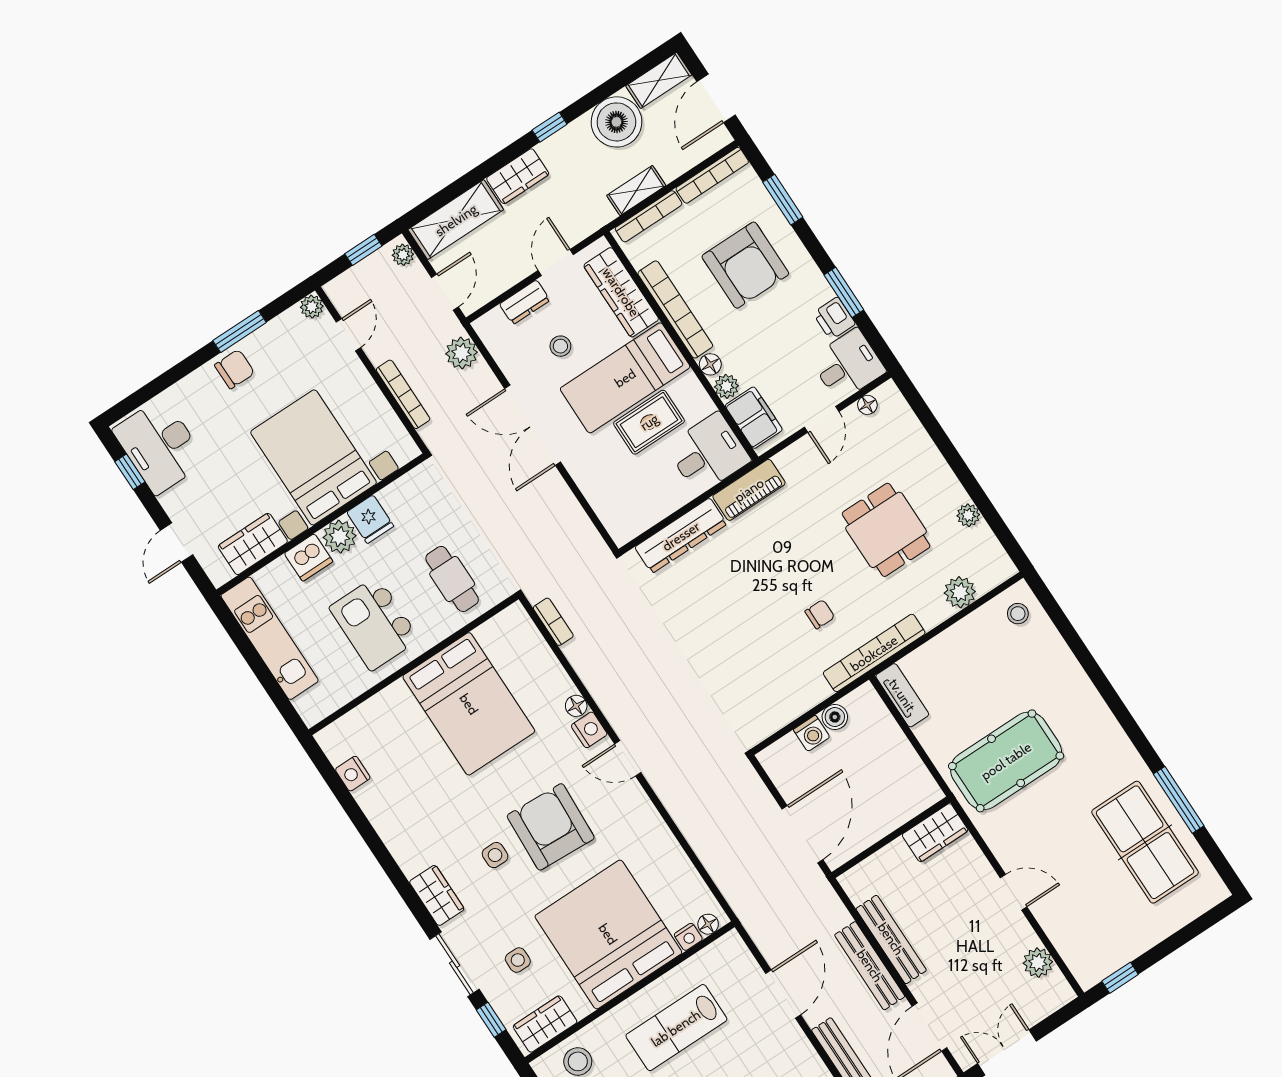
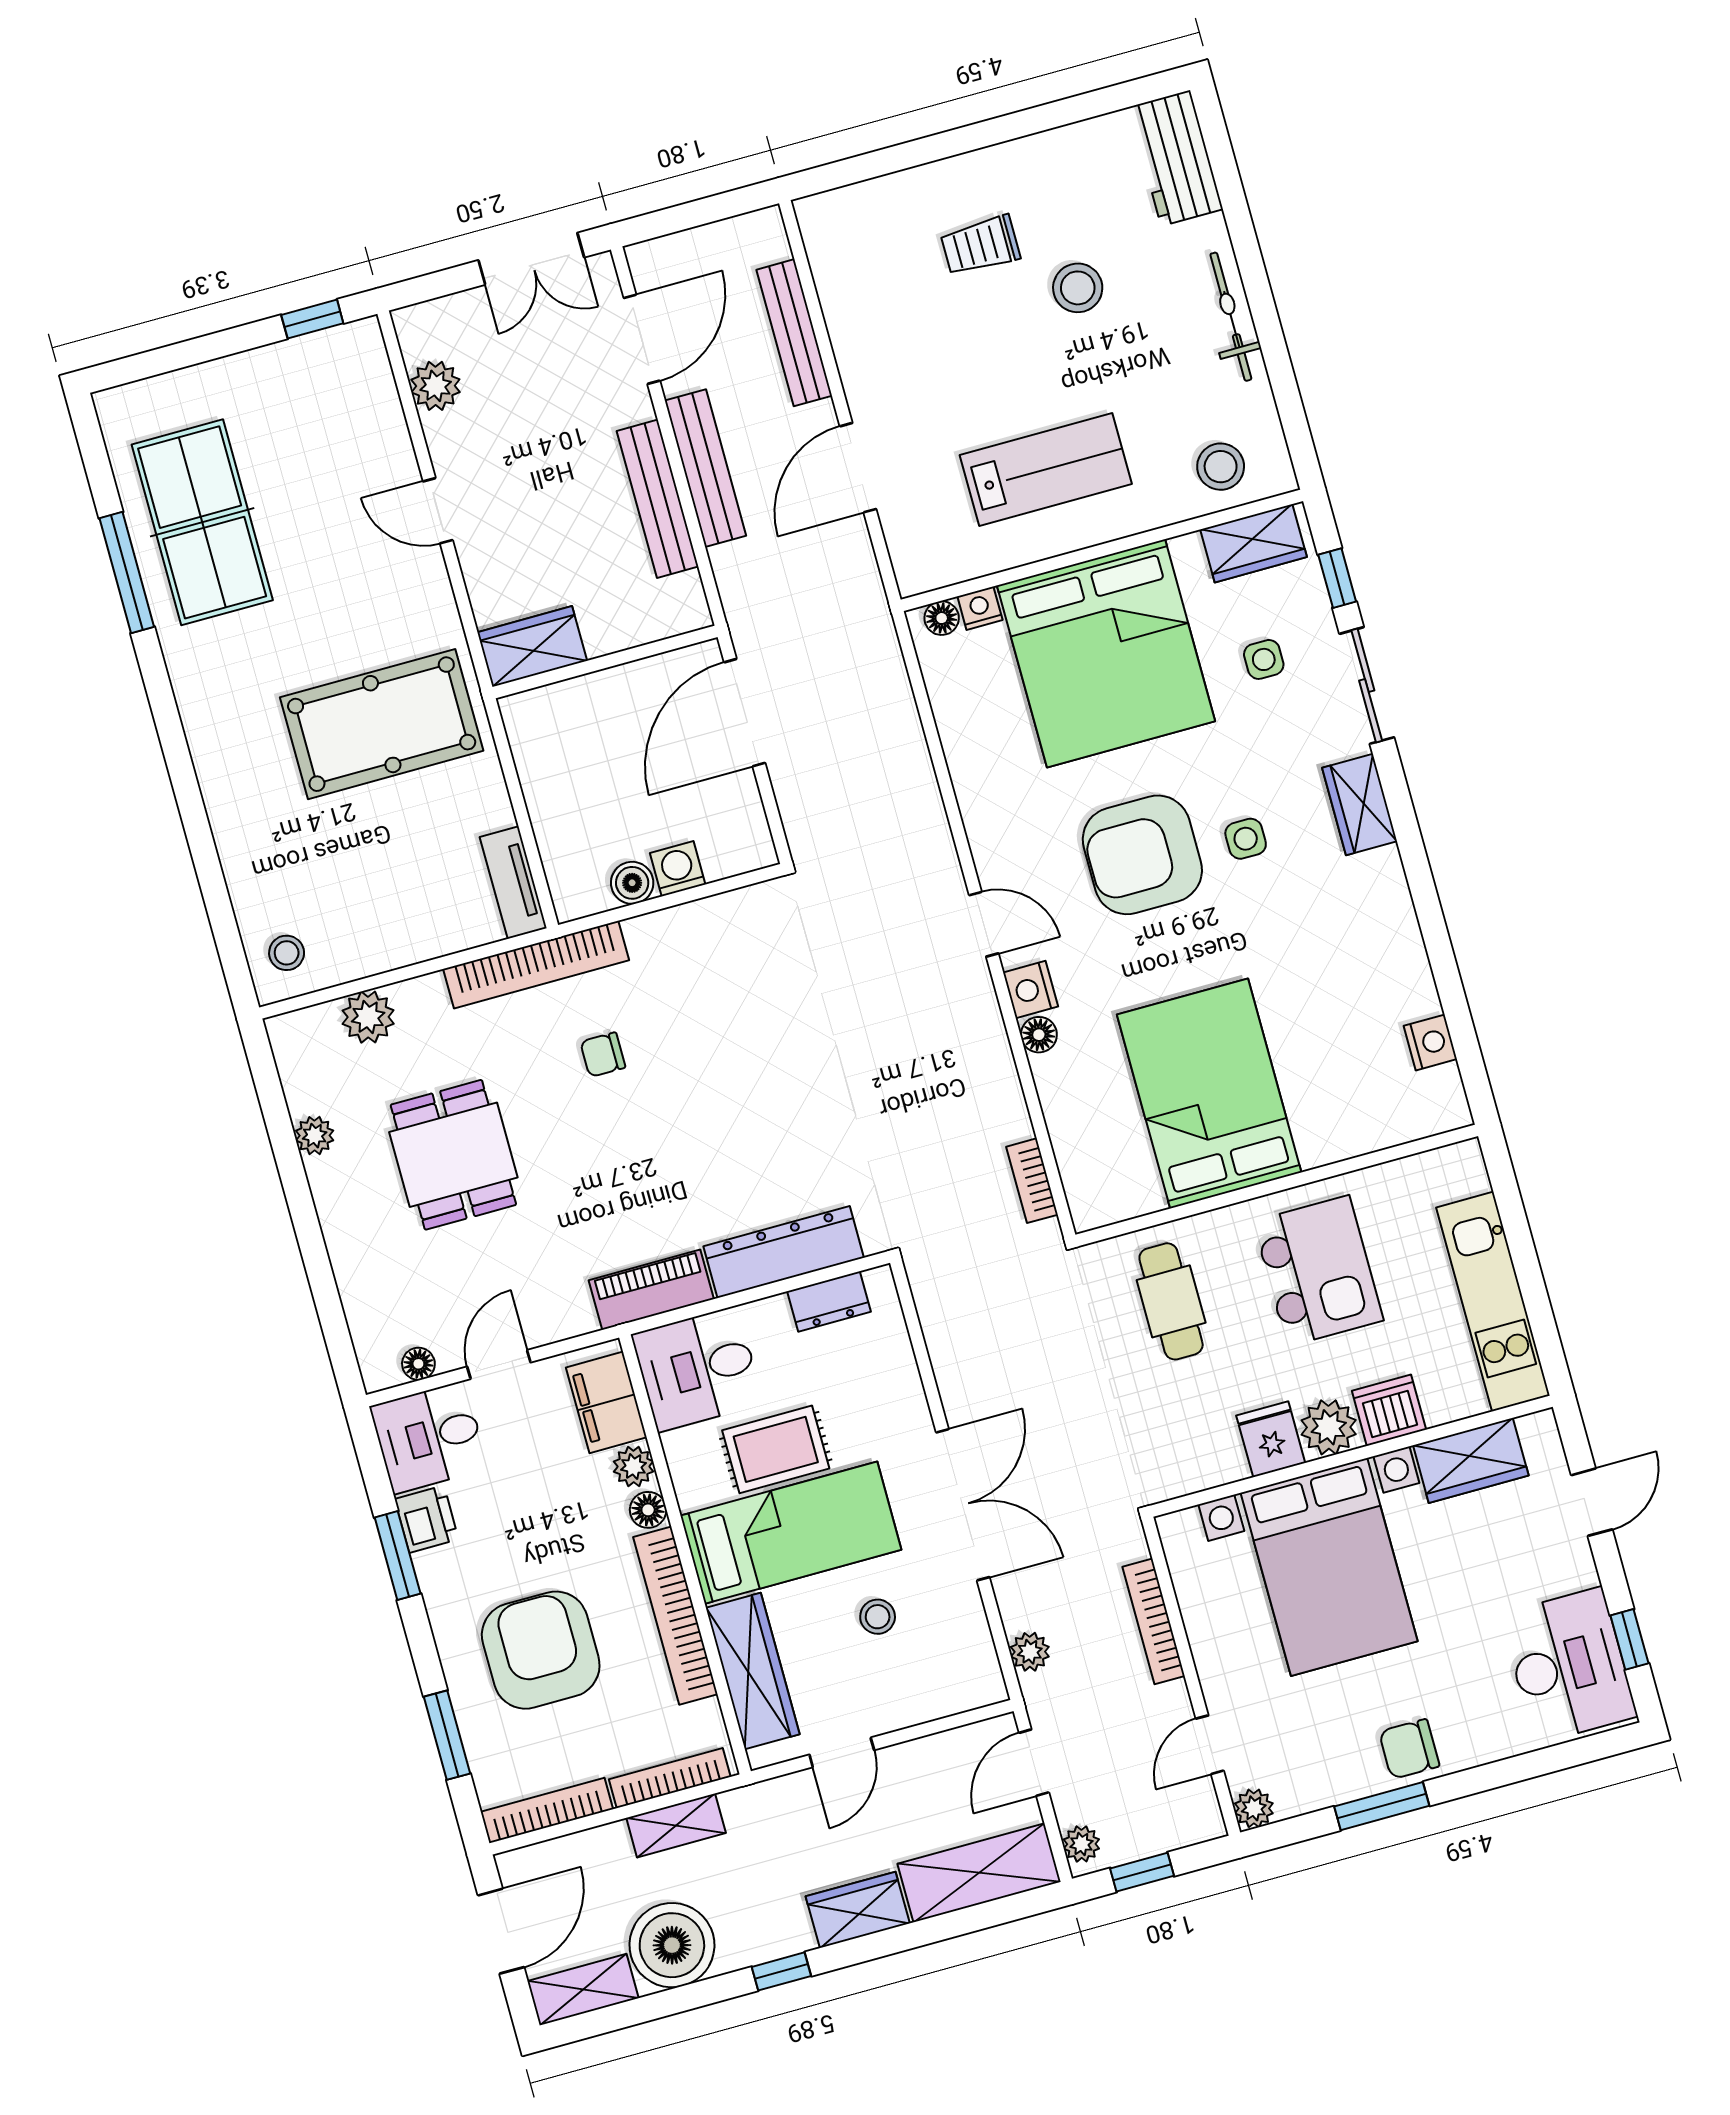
dresser: (525, 302) -> (829, 1302), moved, turned 180
plant: (462, 353) -> (1030, 1652), width x0.73, depth x0.73
armchair: (551, 827) -> (1142, 855), turned 87

